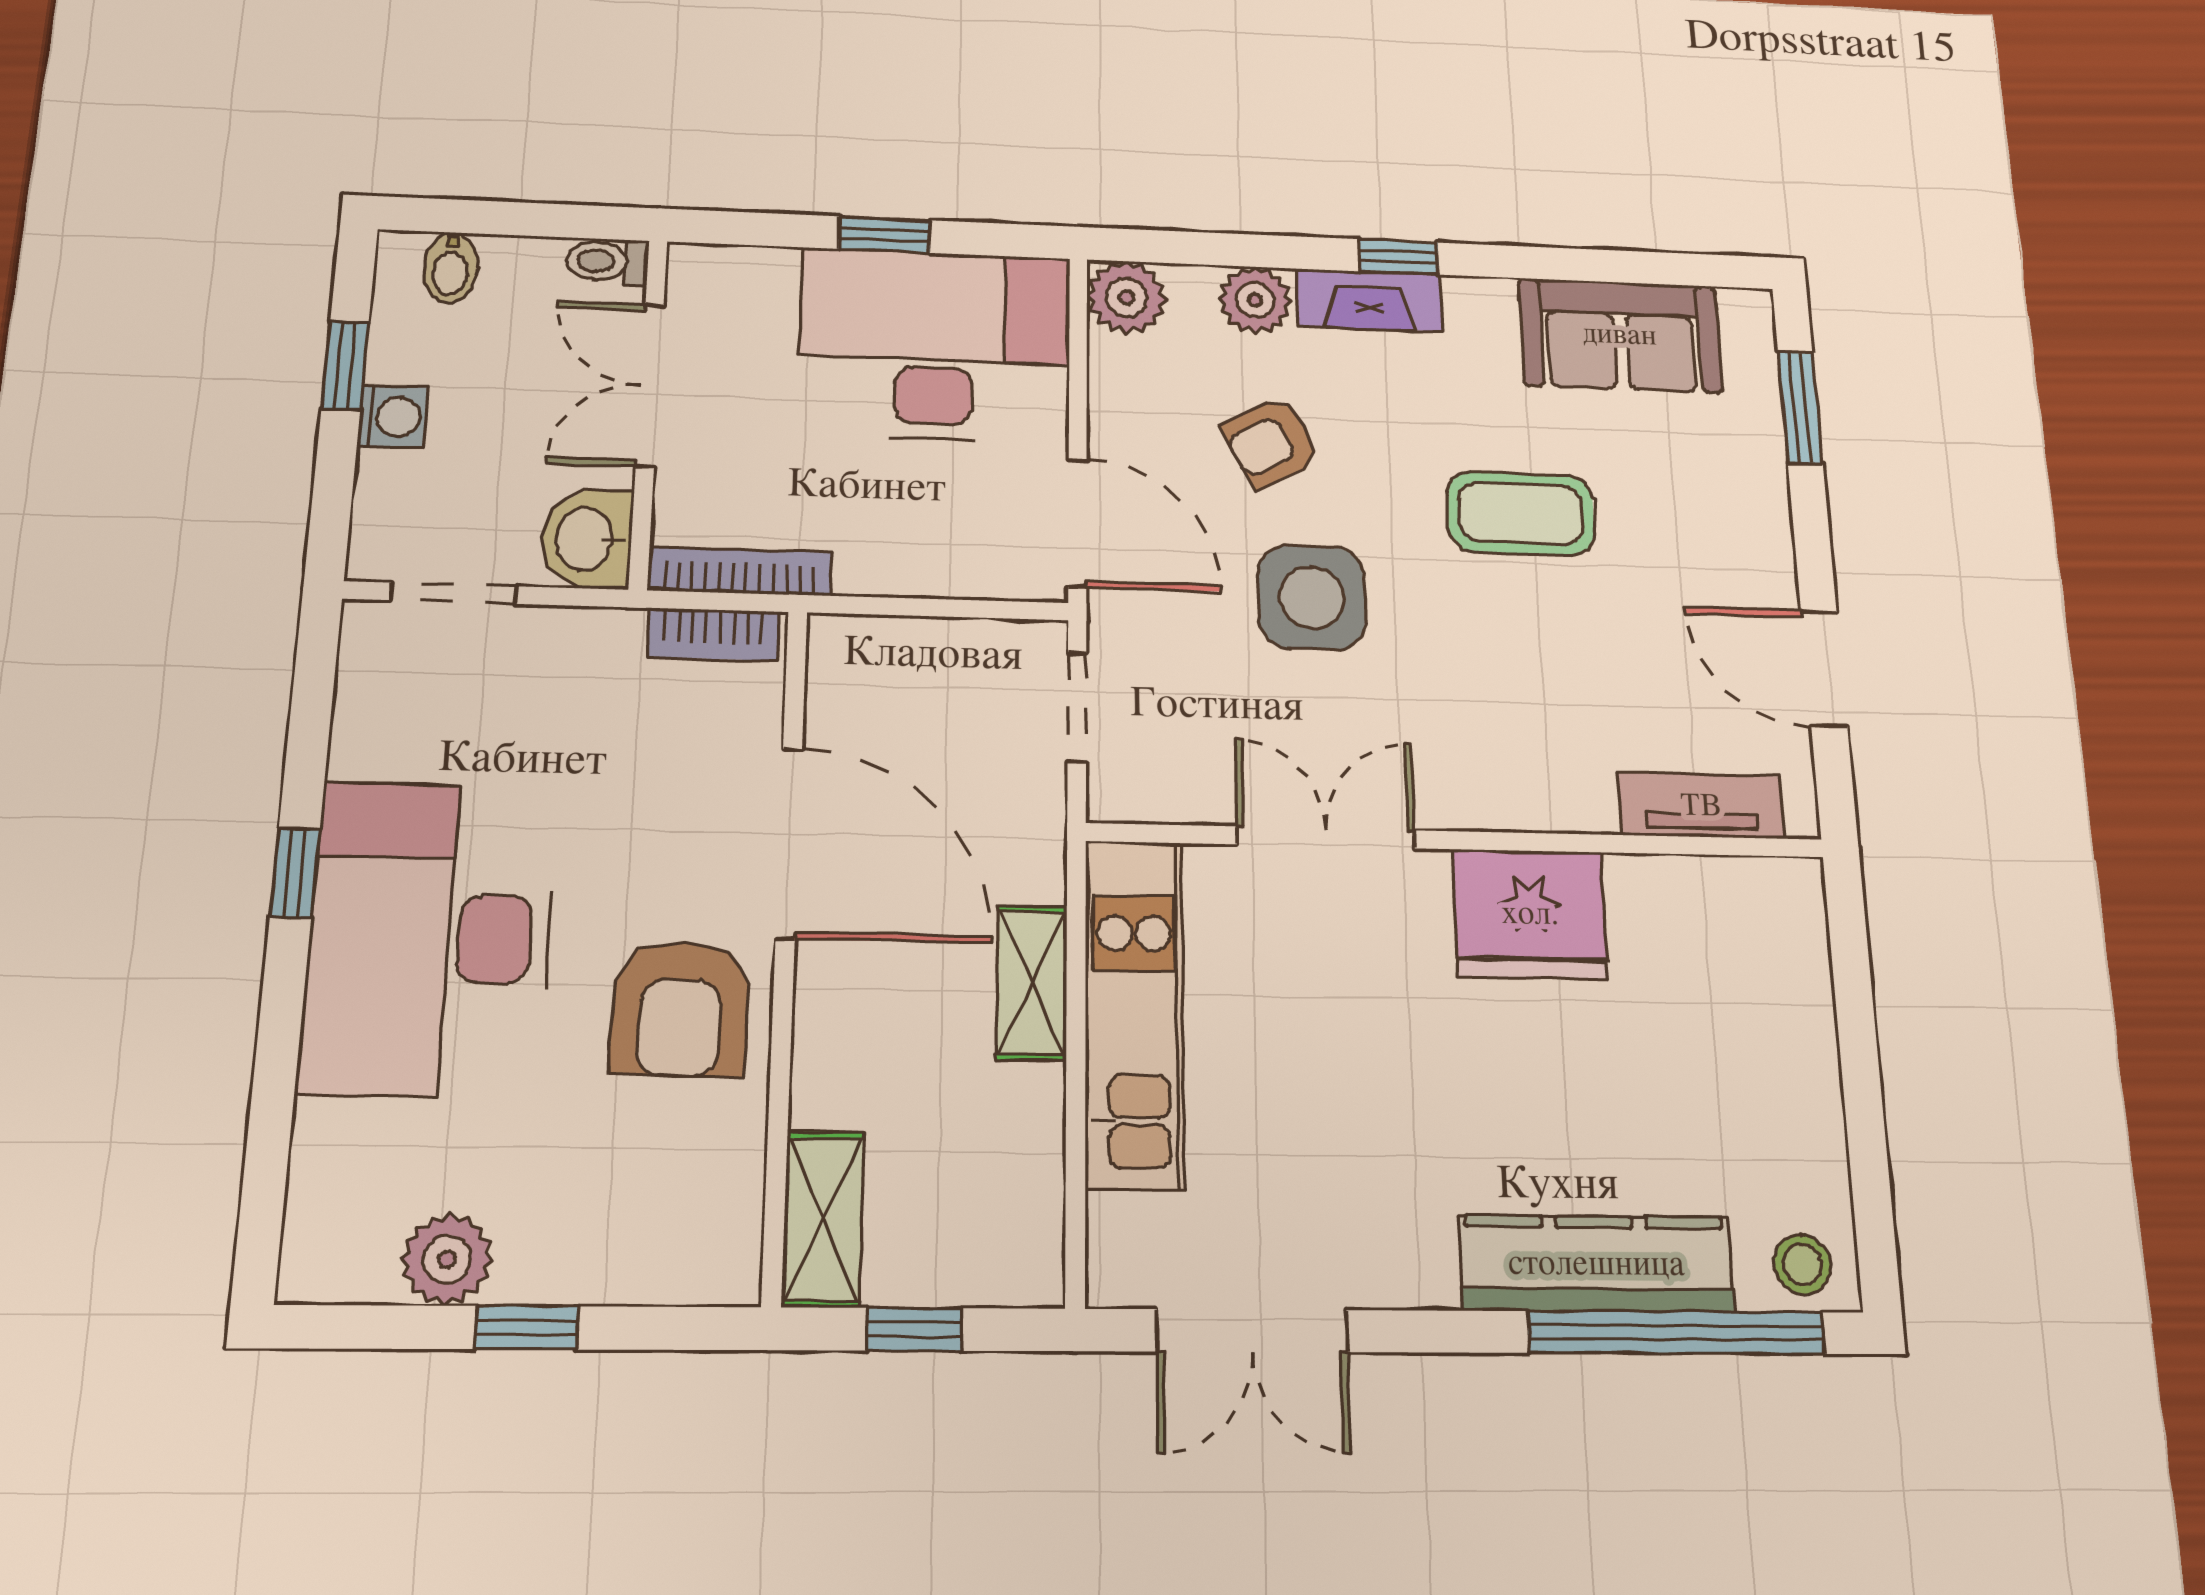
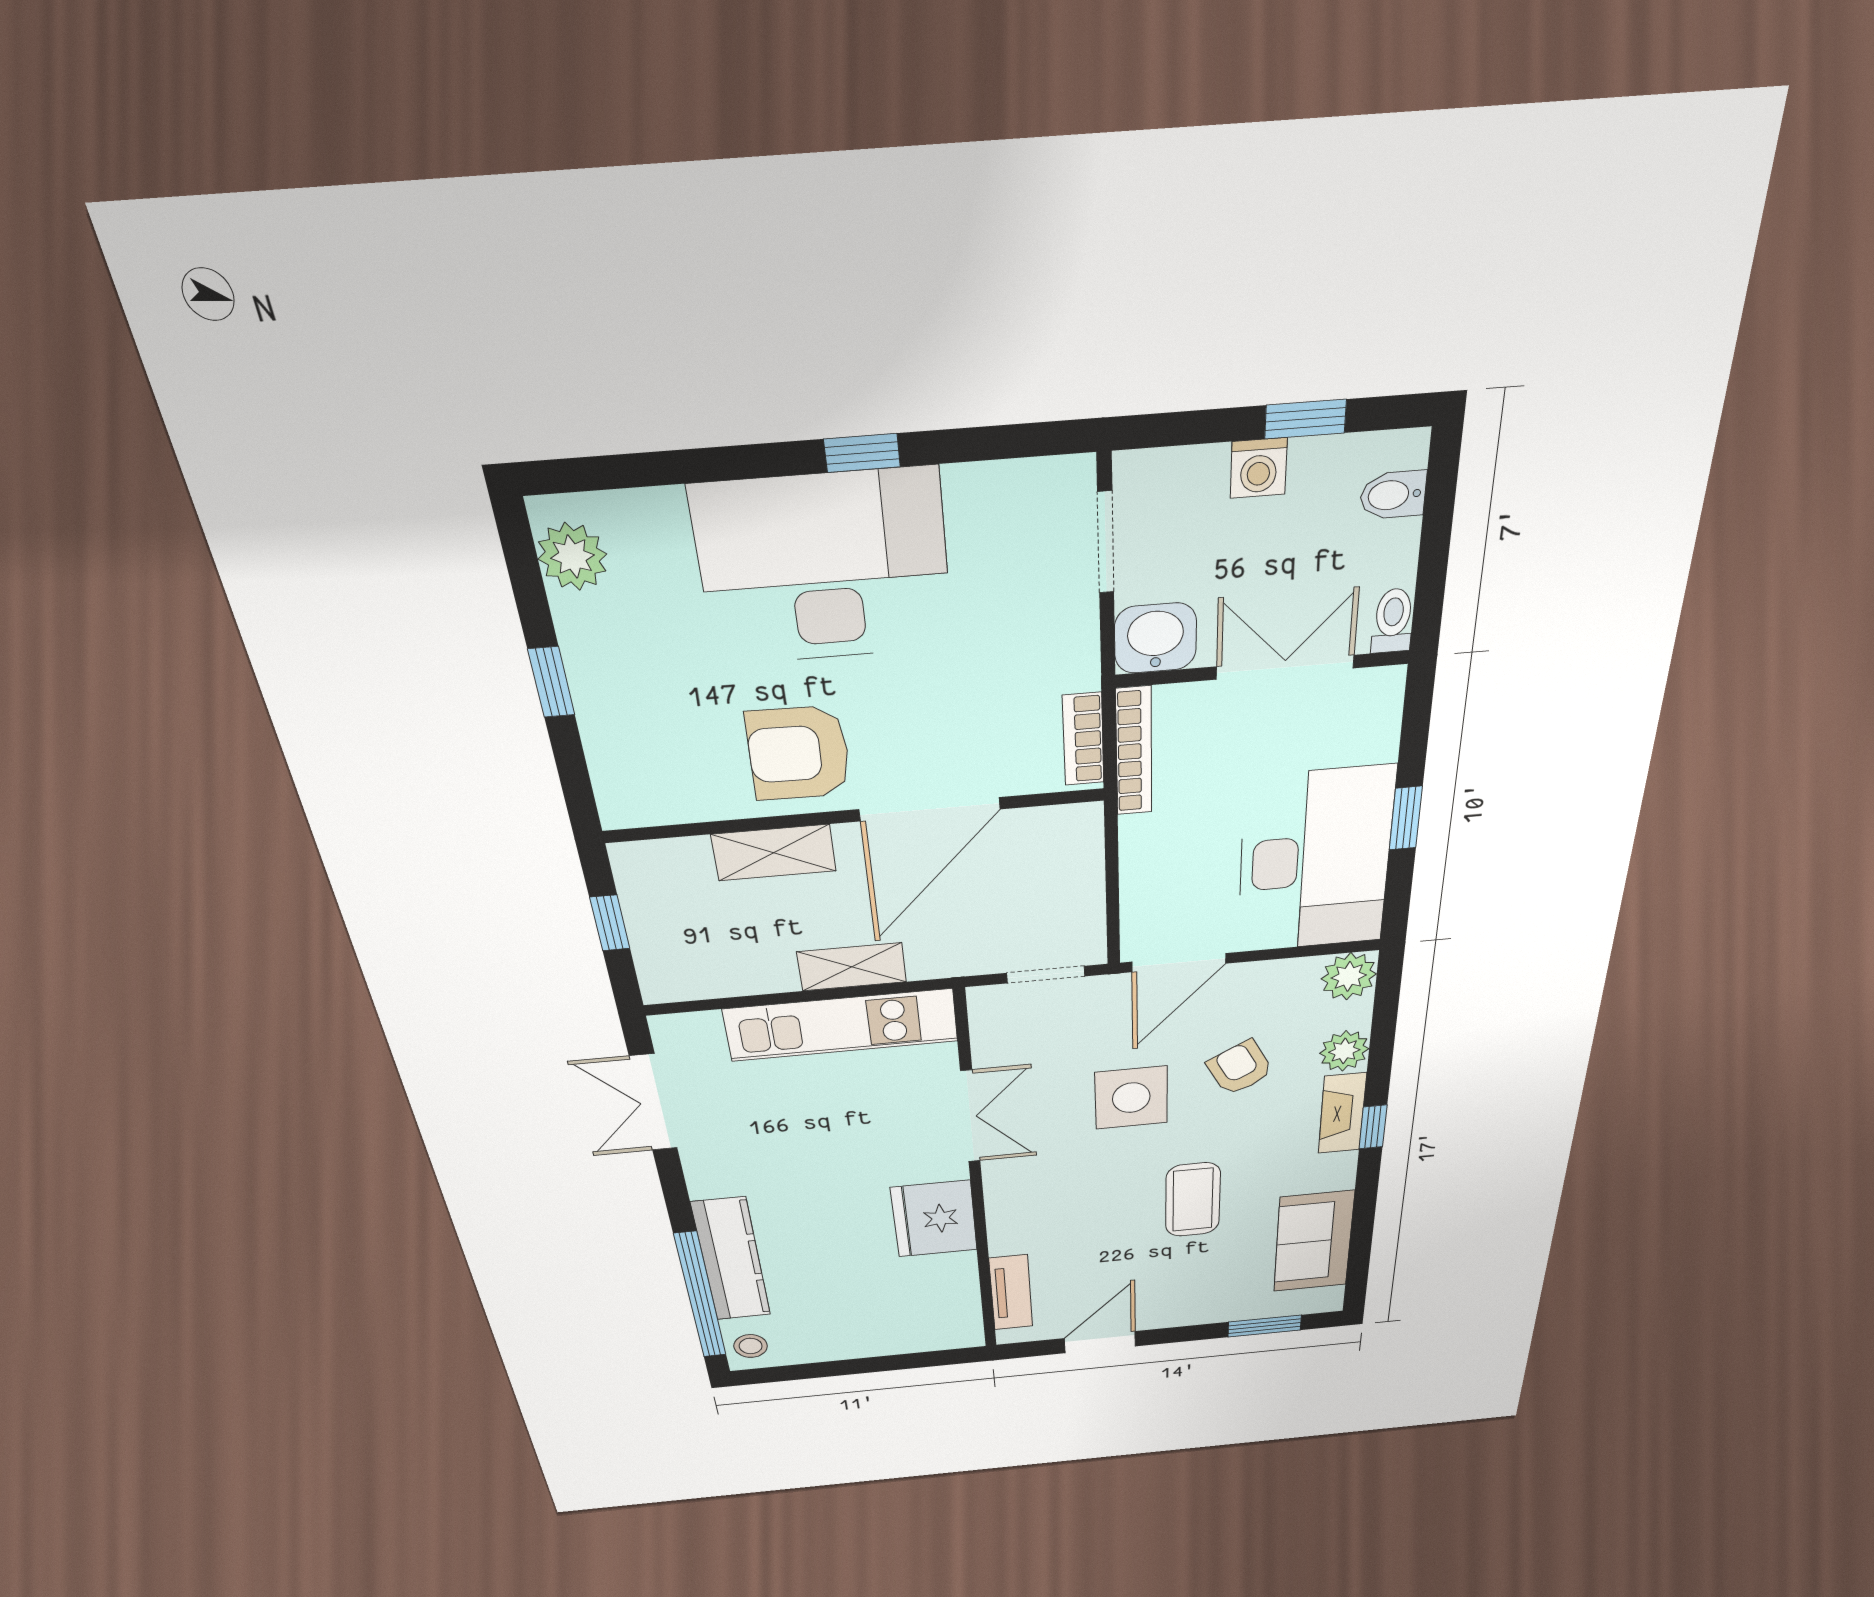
shelving: (823, 1219) -> (774, 853), moved
plant: (447, 1259) -> (572, 557), moved

